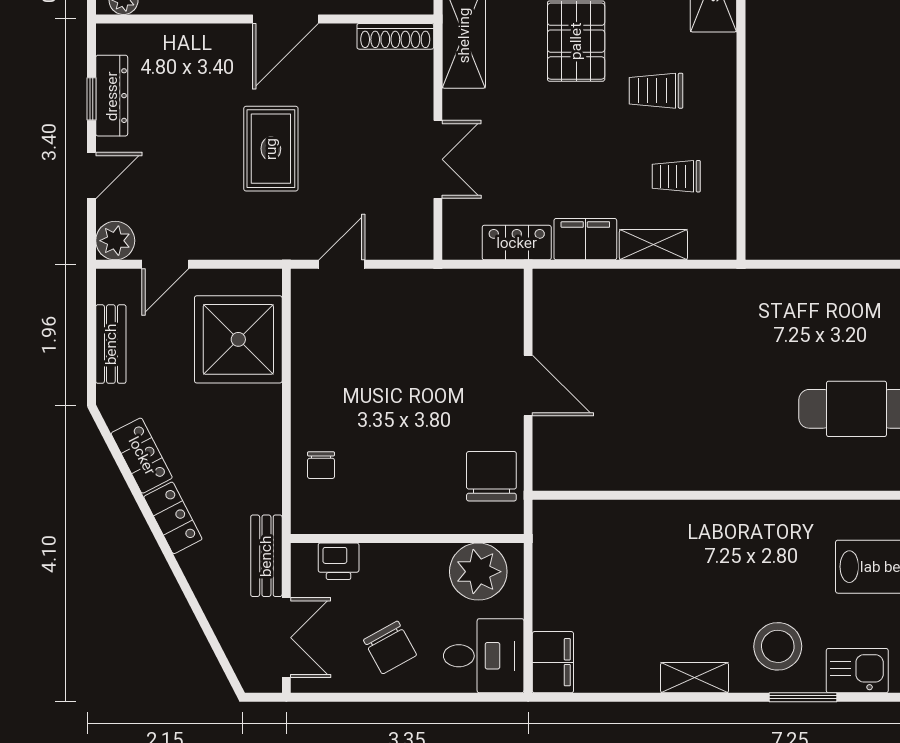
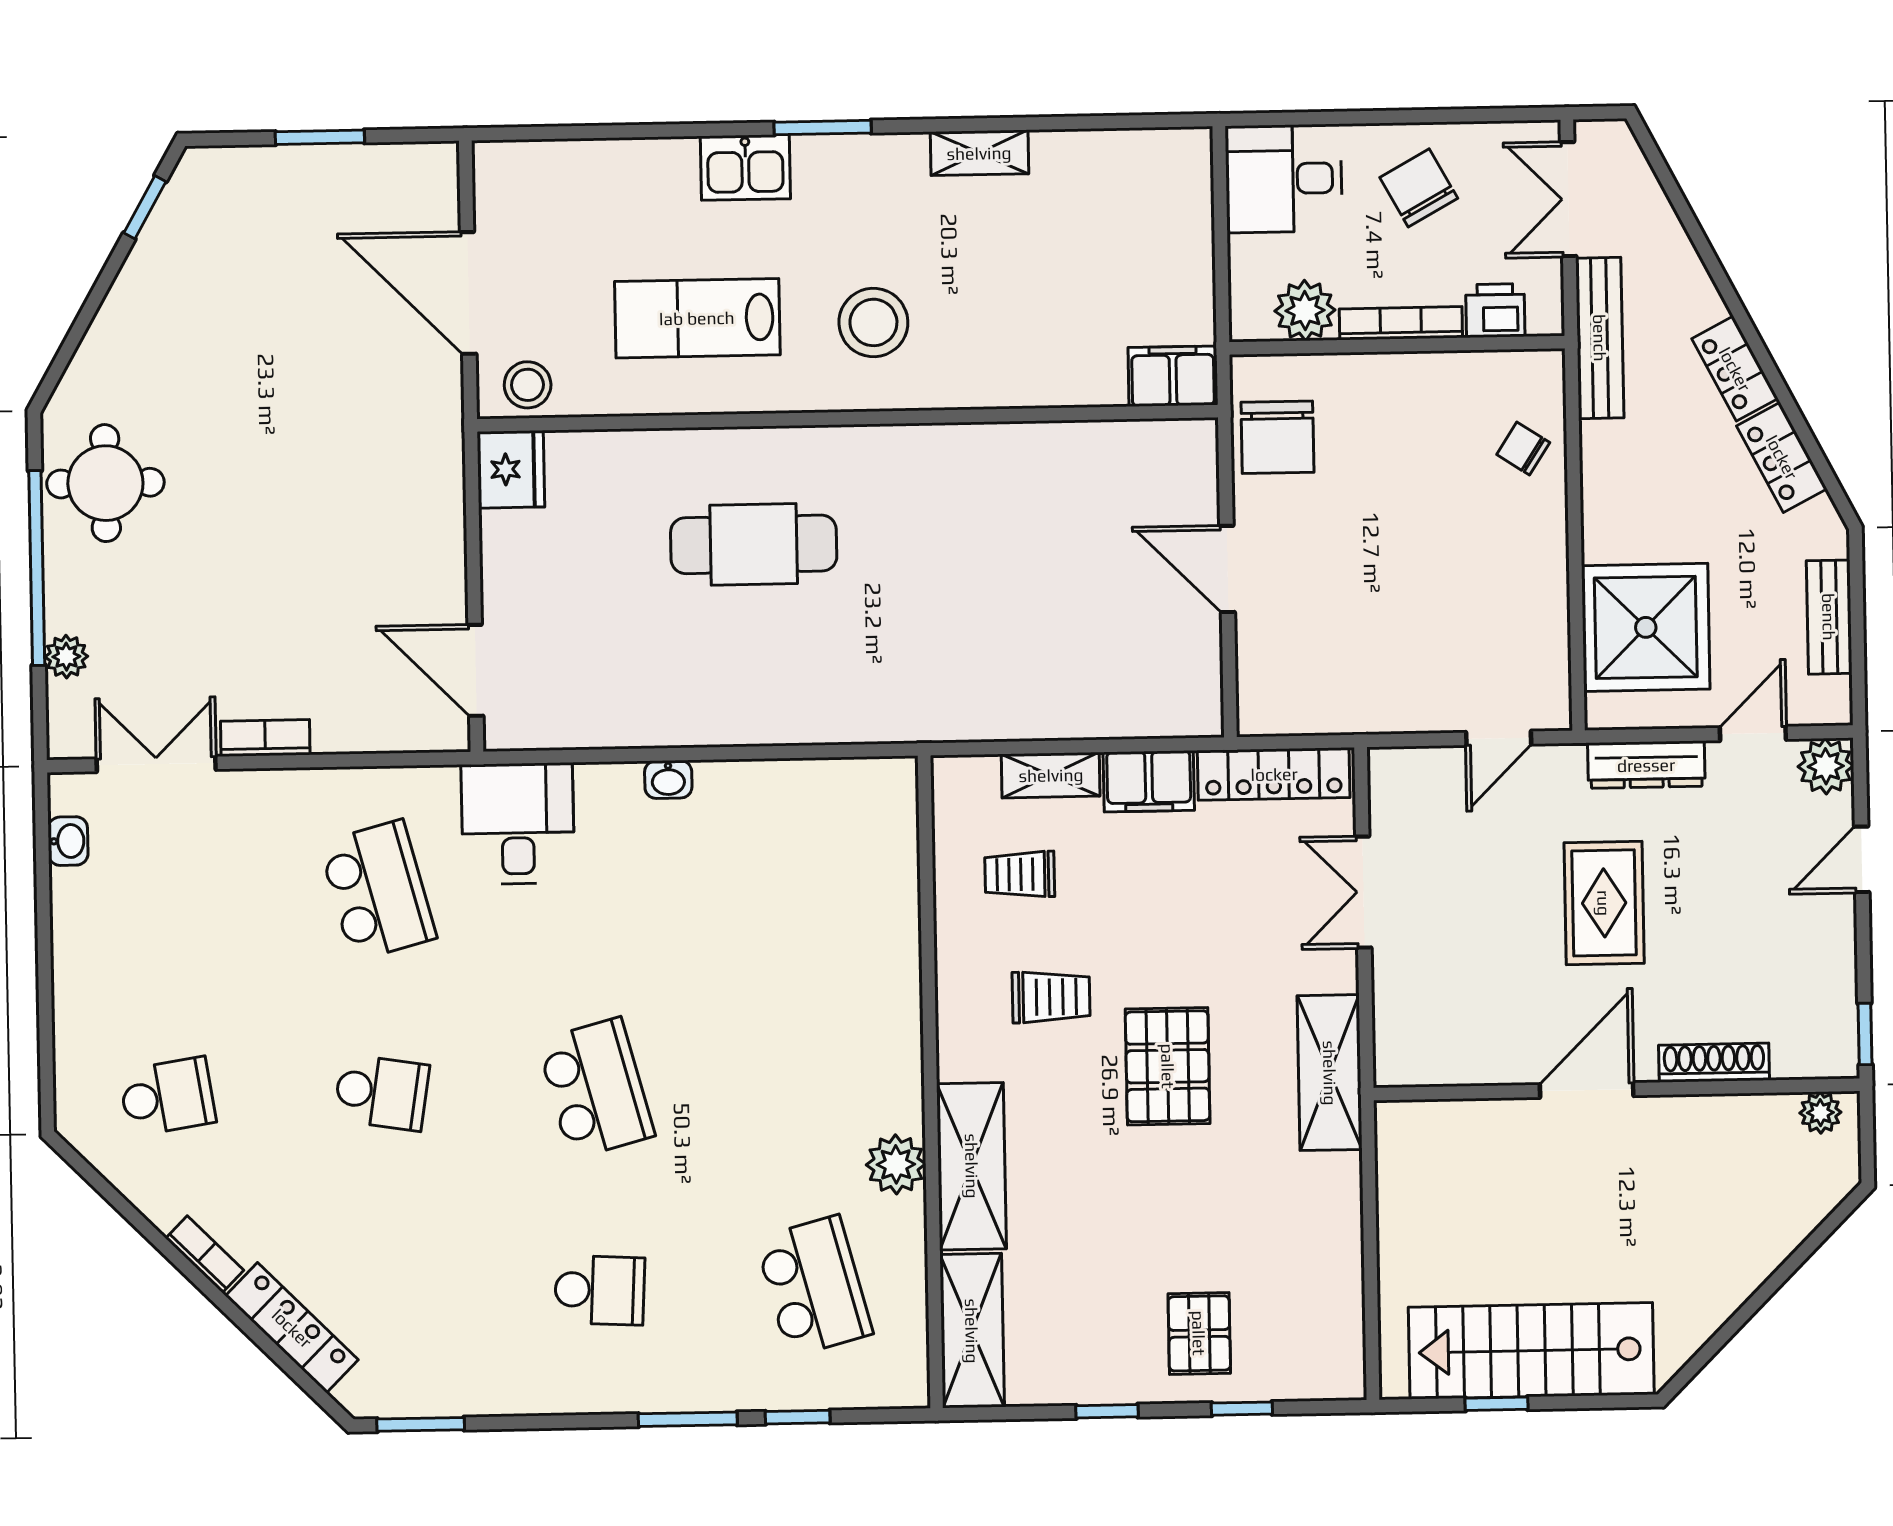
shoe rack: (395, 36) -> (1714, 1063), moved
dresser: (112, 96) -> (1646, 765), moved, turned -90
window: (91, 99) -> (1865, 1034), moved
trolley: (676, 176) -> (1020, 874), turned 180
locker: (517, 243) -> (1274, 774), width x1.53
chair: (321, 465) -> (1523, 449), turned -57
bookcase: (404, 554) -> (1401, 323), added
bench: (266, 556) -> (1600, 338), width x1.36
plant: (478, 572) -> (1305, 310), width x0.73, depth x0.73
stool: (778, 646) -> (873, 322), moved
filing cabinet: (553, 662) -> (1173, 376), moved, turned 90

